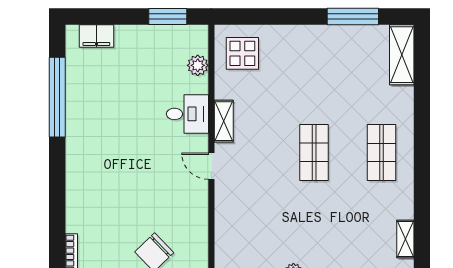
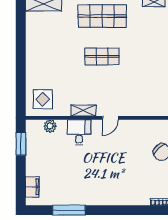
window: (353, 17) -> (21, 33), removed
window: (57, 97) -> (69, 210), width x0.68
shop shelf: (381, 152) -> (102, 16), width x1.43, depth x1.36

